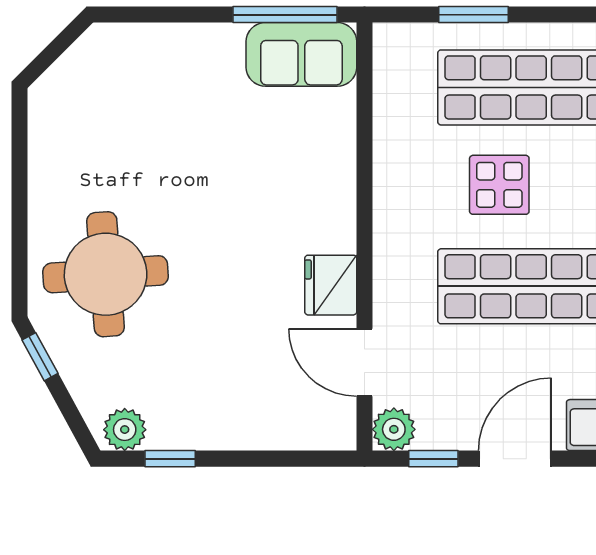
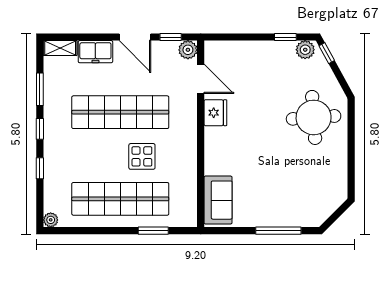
window: (285, 15) -> (278, 231), moved
sofa: (301, 54) -> (218, 200), moved, turned 90
window: (40, 357) -> (327, 53), moved
door: (515, 459) -> (135, 37), hinge flipped

